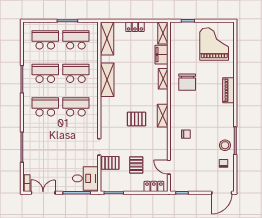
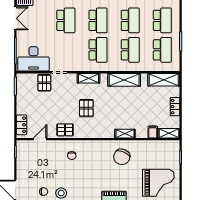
filing cabinet: (161, 55) -> (153, 132), width x0.50
chair: (187, 82) -> (122, 157), turned -67
shelving: (163, 116) -> (88, 78), moved
school desk: (45, 140) -> (66, 20), added
pallet: (136, 165) -> (65, 130), moved
desk: (85, 178) -> (34, 59), width x1.37

